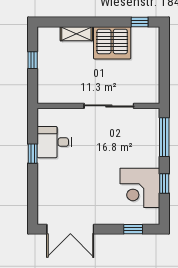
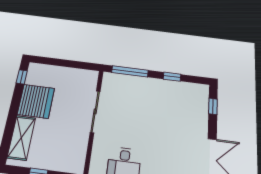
shelving: (76, 34) -> (21, 138), width x1.50, depth x1.33
corner desk: (140, 188) -> (175, 96), removed

